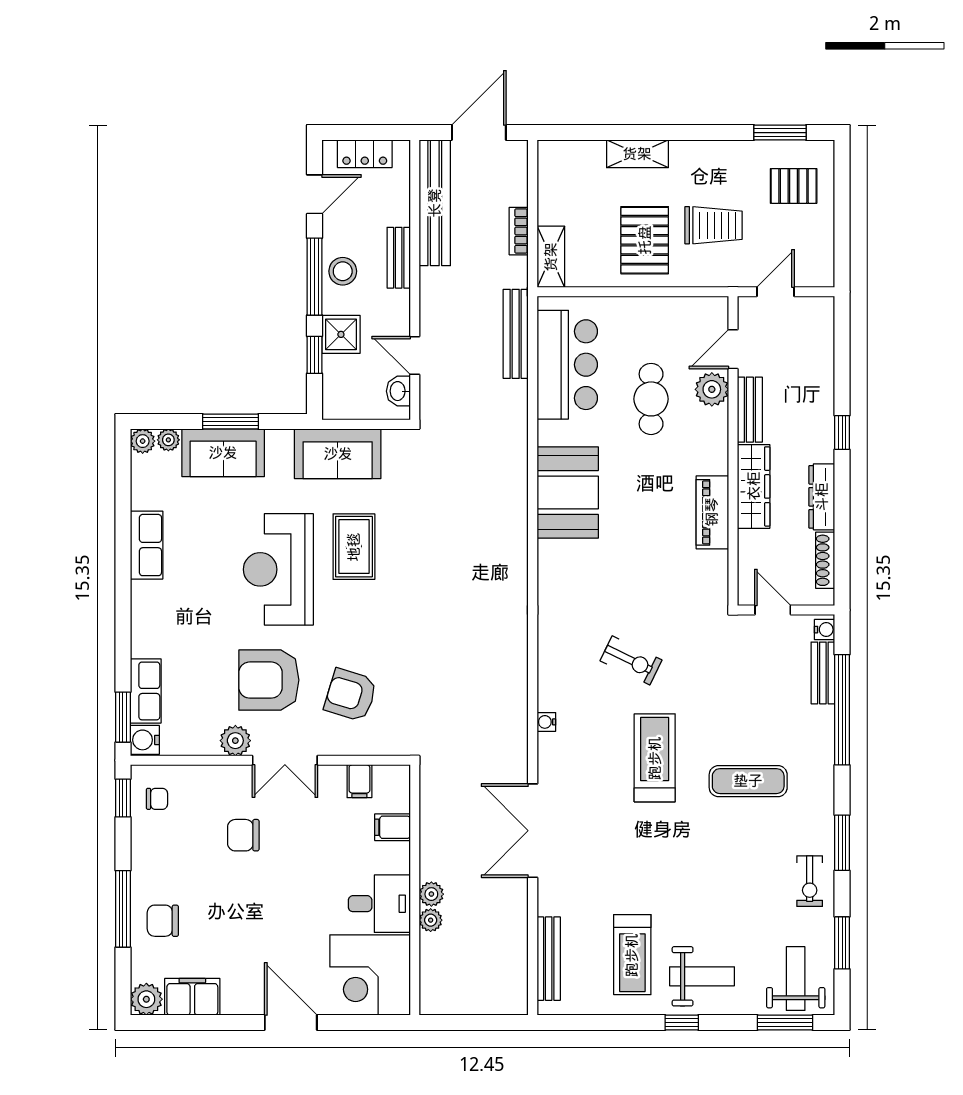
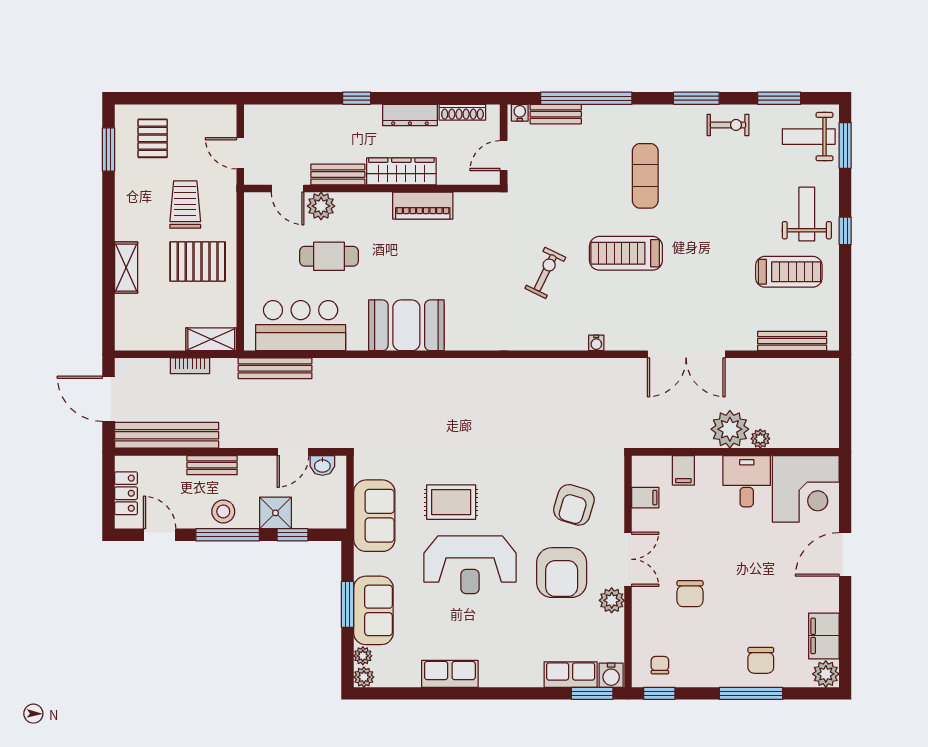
plant: (431, 894) -> (730, 429), width x1.87, depth x1.87

